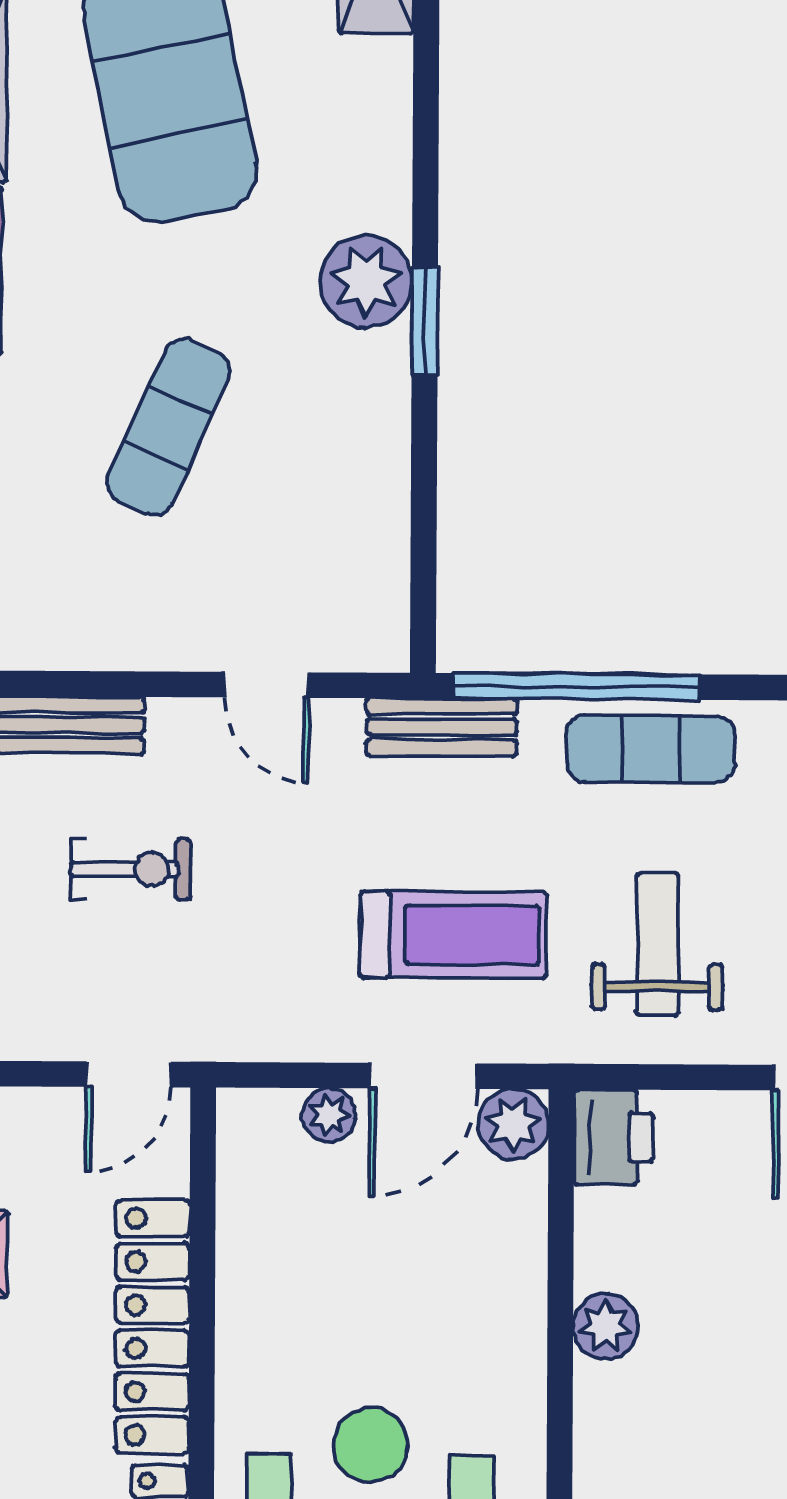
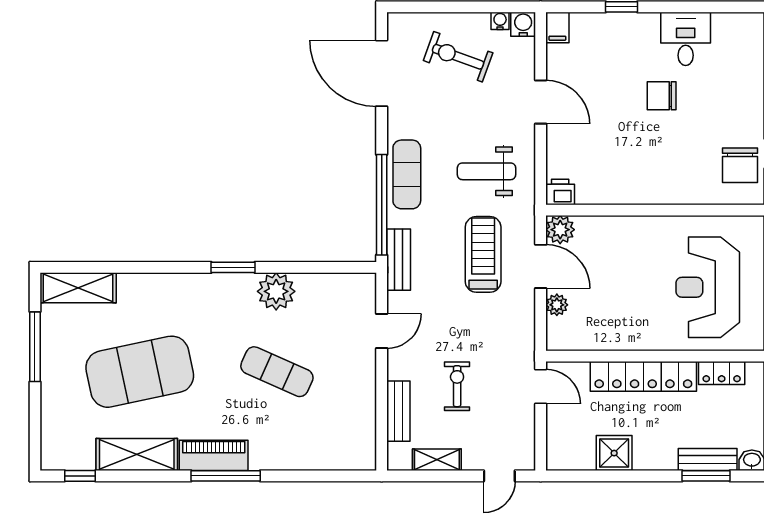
plant: (366, 281) -> (276, 291), moved
printer: (613, 1137) -> (560, 192), width x0.73, depth x0.81
plant: (606, 1326) -> (642, 192), removed

